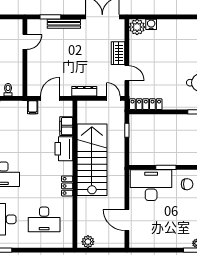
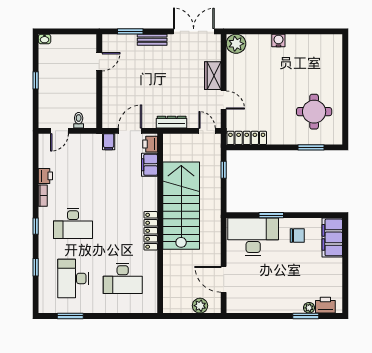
bench: (64, 24) -> (152, 40), width x0.73
water cooler: (151, 24) -> (278, 41), moved
printer: (64, 149) -> (150, 144), moved, width x0.53, depth x0.68
locker: (67, 186) -> (151, 231), width x1.53
plant: (88, 242) -> (200, 306), moved

